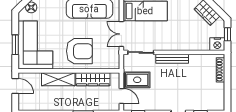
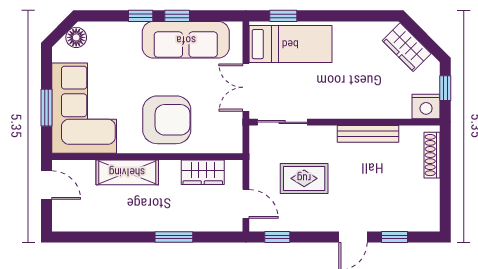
bench: (172, 59) -> (368, 134), moved
wardrobe: (93, 79) -> (203, 172), width x0.67
rug: (137, 80) -> (304, 178), moved

